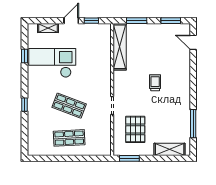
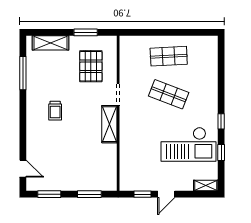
shelving: (48, 28) -> (206, 186), moved
shelving: (120, 47) -> (109, 124), moved, width x0.68
trolley: (155, 83) -> (55, 111), moved
window: (25, 105) -> (221, 121), moved
window: (129, 158) -> (86, 32), moved

